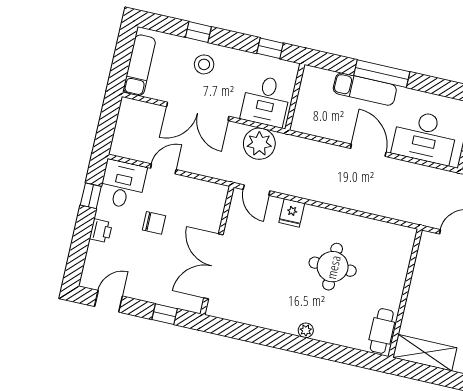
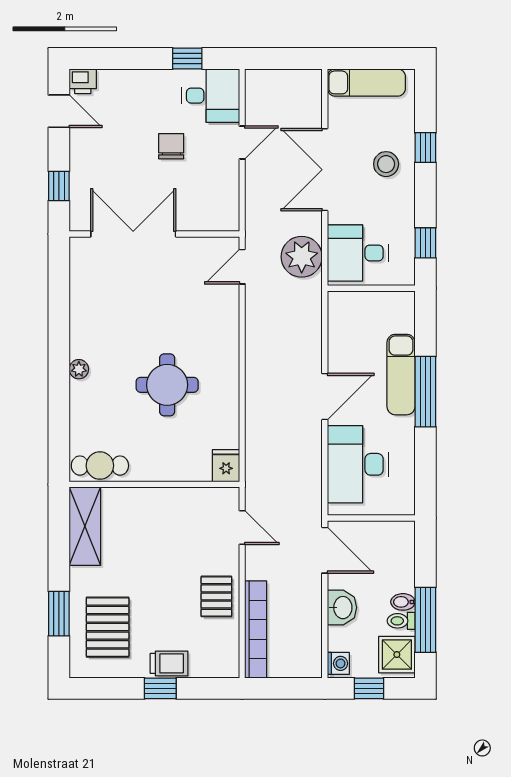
door: (163, 169) -> (242, 143), hinge flipped
fridge: (292, 213) -> (226, 466), moved, turned 90
chair: (154, 223) -> (171, 146), turned 180
printer: (101, 231) -> (83, 81), moved

